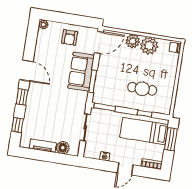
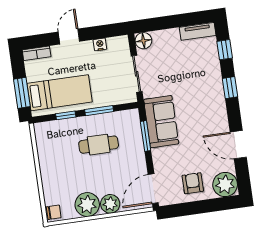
plant: (43, 24) -> (225, 185), width x1.88, depth x1.88
door: (26, 71) -> (238, 145), moved
sofa: (81, 72) -> (161, 122), moved
cafe table: (142, 89) -> (99, 145), moved
window: (105, 107) -> (99, 111), moved
tv unit: (43, 146) -> (198, 31), moved
floor lamp: (63, 148) -> (143, 41), moved

